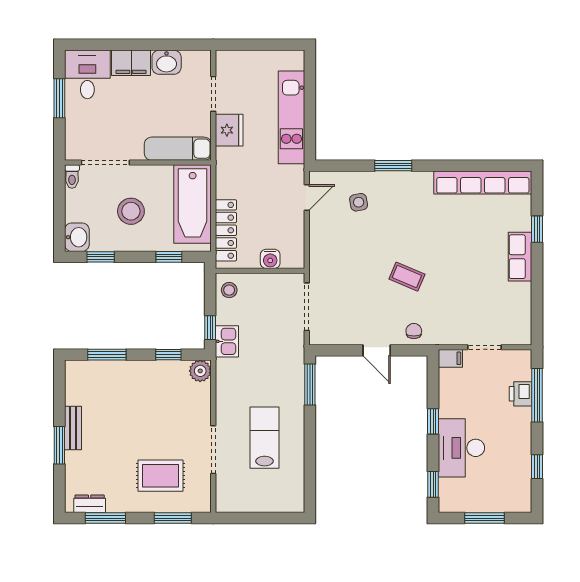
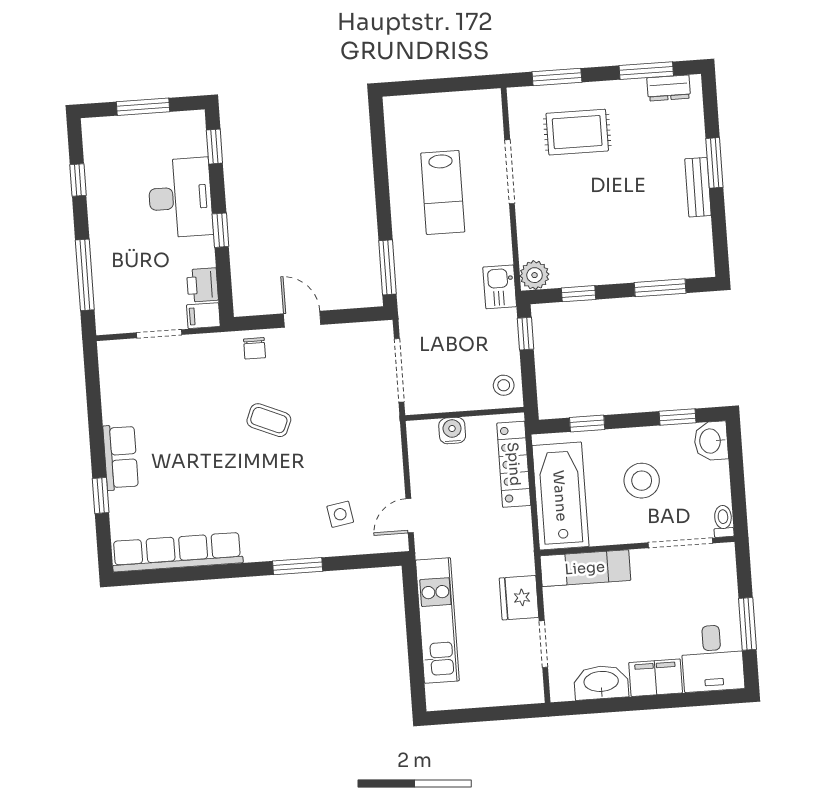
washbasin: (167, 62) -> (601, 682), width x1.38
kitchen sink: (227, 341) -> (500, 287), moved
printer: (521, 394) -> (202, 285), moved, turned 180

